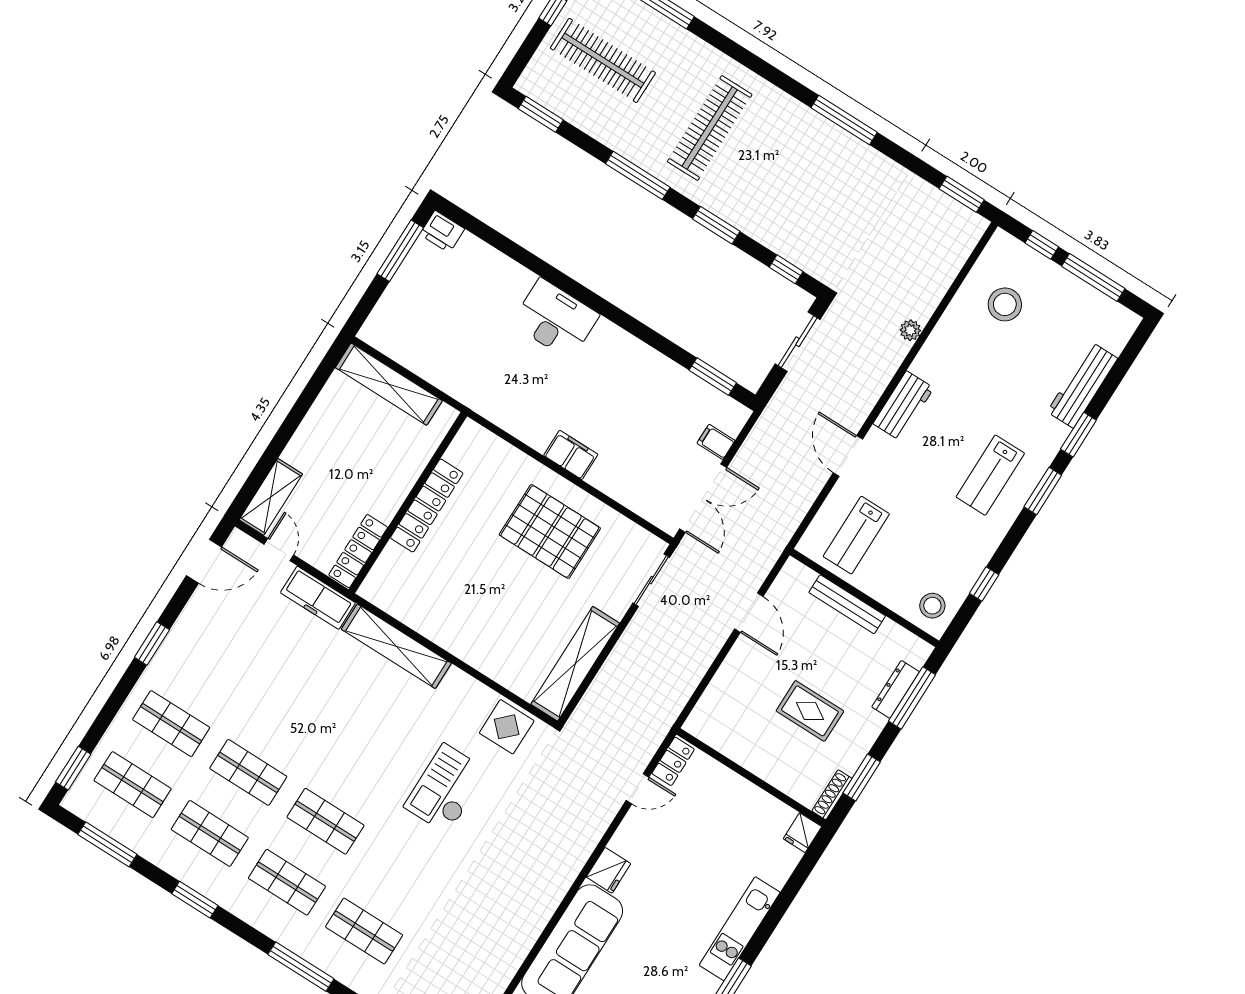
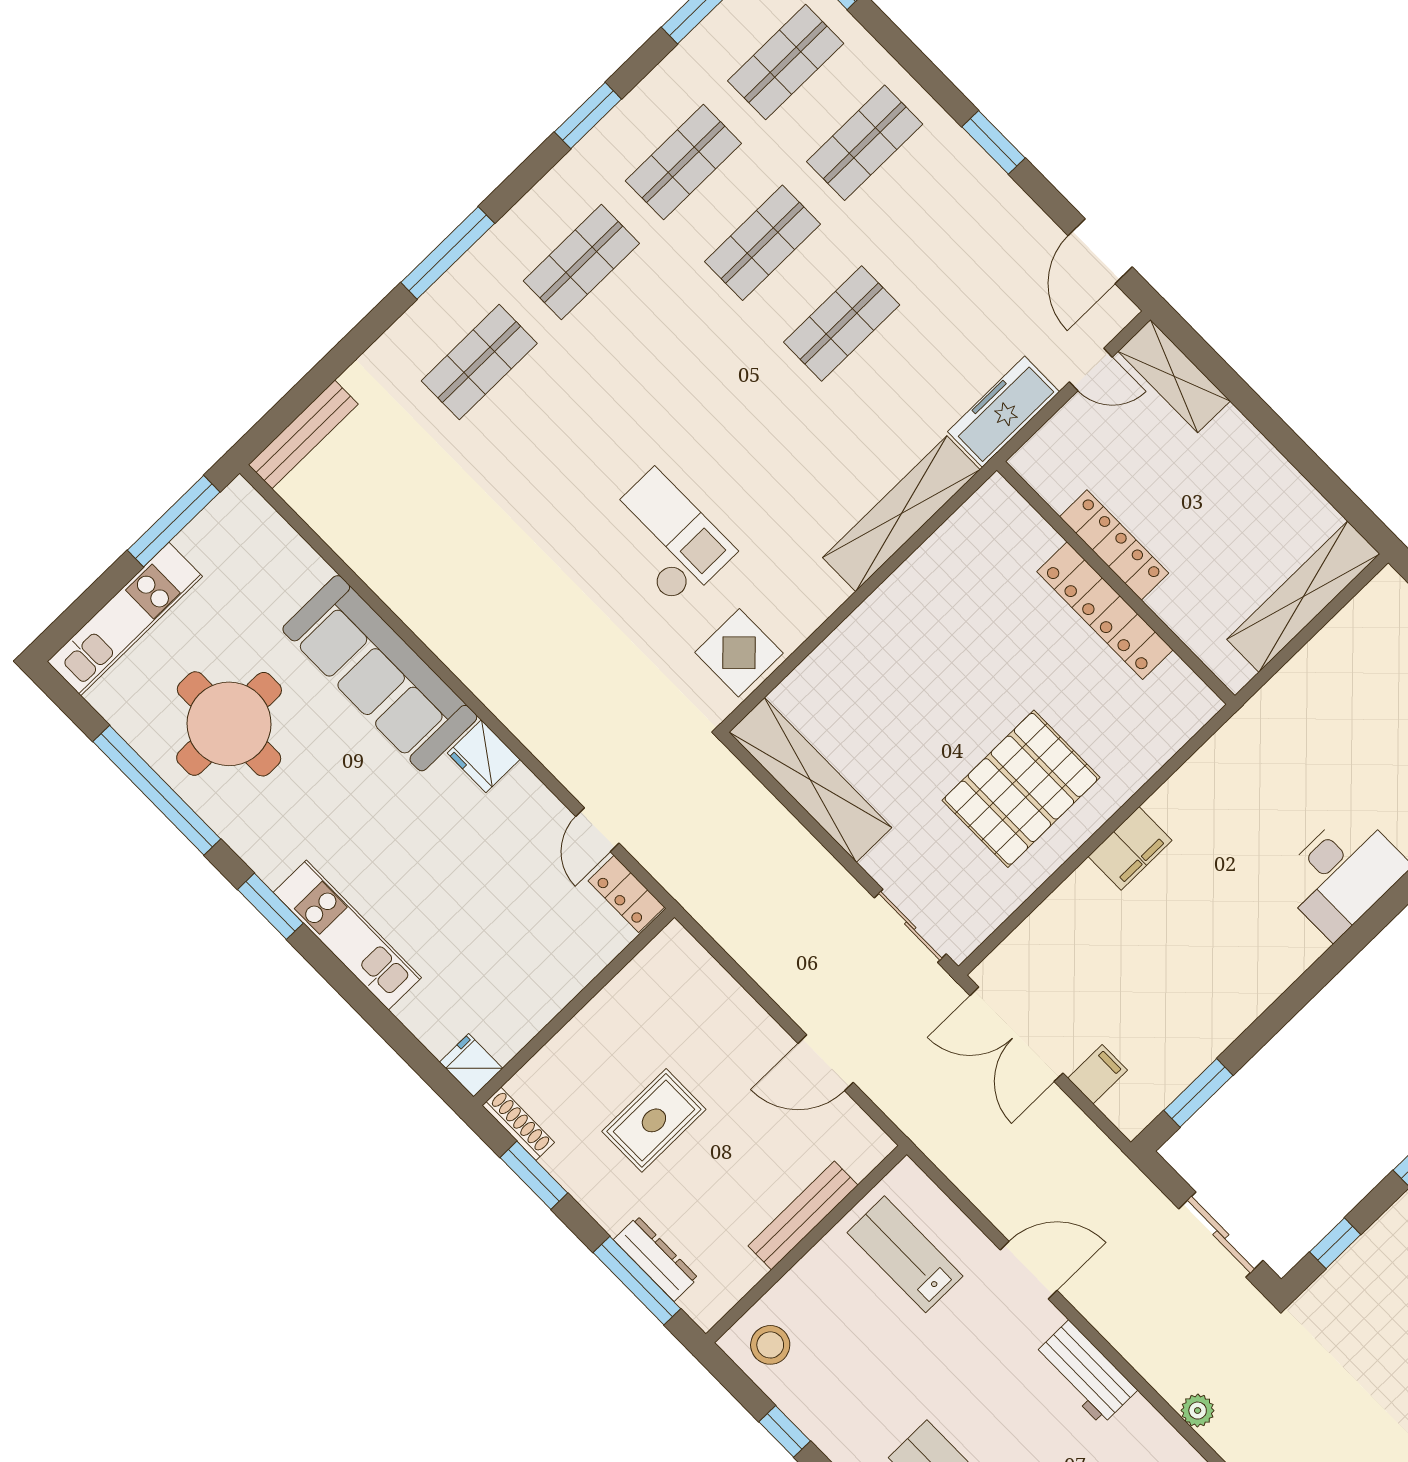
locker: (358, 551) -> (1114, 545), moved
shop shelf: (325, 821) -> (842, 324), moved

